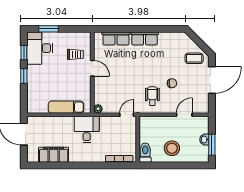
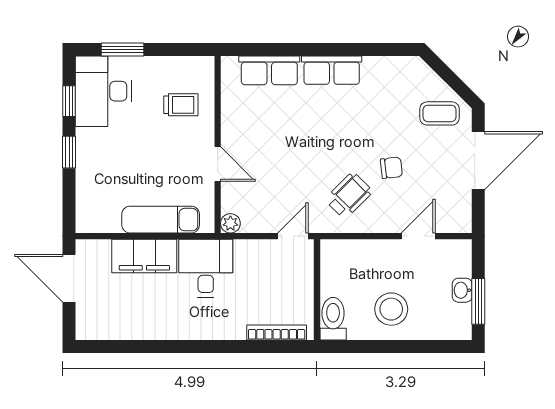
door: (92, 68) -> (218, 164), moved
wheelchair: (152, 96) -> (349, 195), turned 45
filing cabinet: (54, 155) -> (144, 256), moved, turned 180

